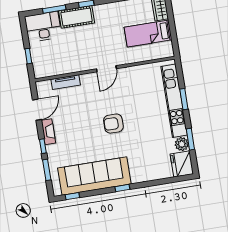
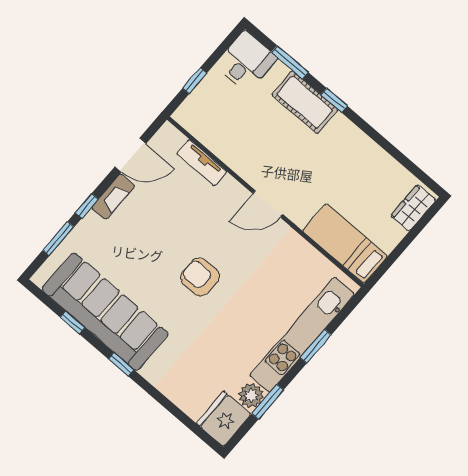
desk: (43, 27) -> (246, 62), width x0.73
bed: (148, 34) -> (345, 243), moved
window: (72, 196) -> (73, 322), moved

